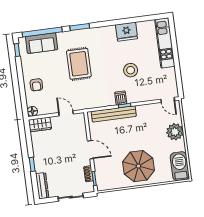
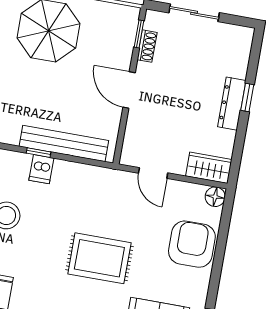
rug: (79, 64) -> (99, 258), turned 90
armchair: (36, 85) -> (192, 244), width x1.88, depth x1.88
dresser: (42, 186) -> (232, 104), moved

